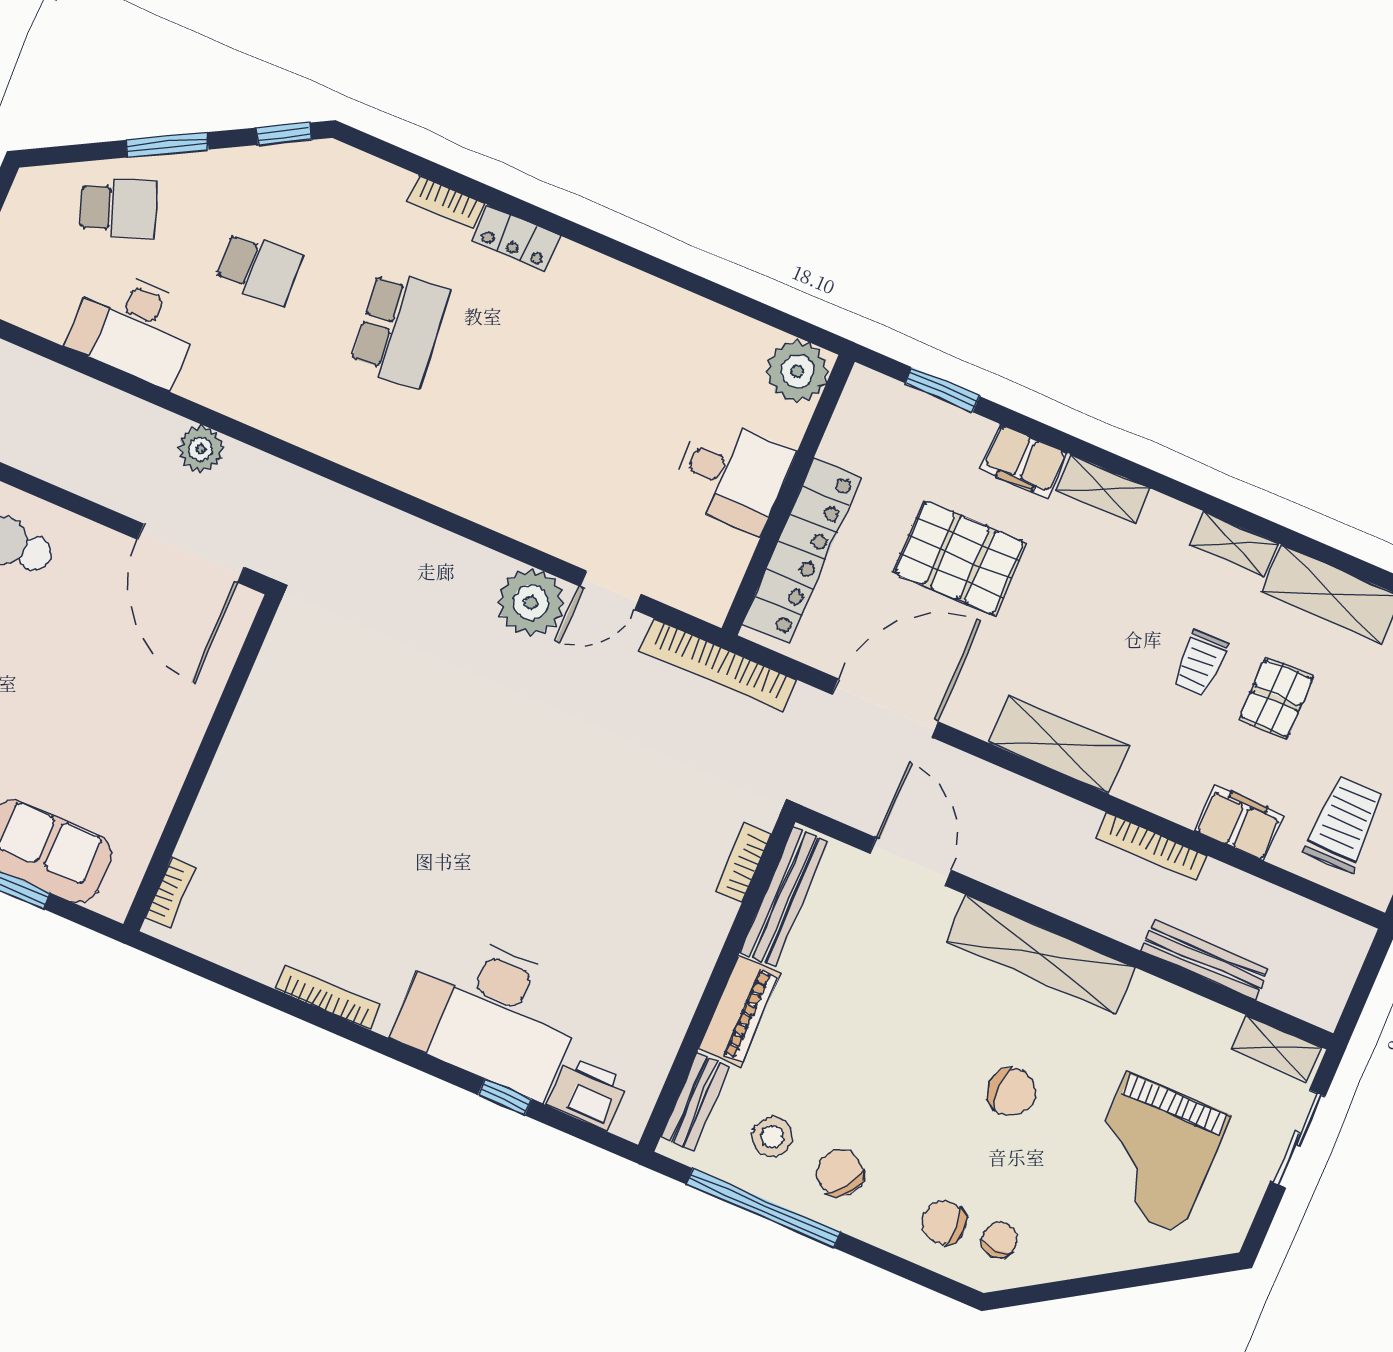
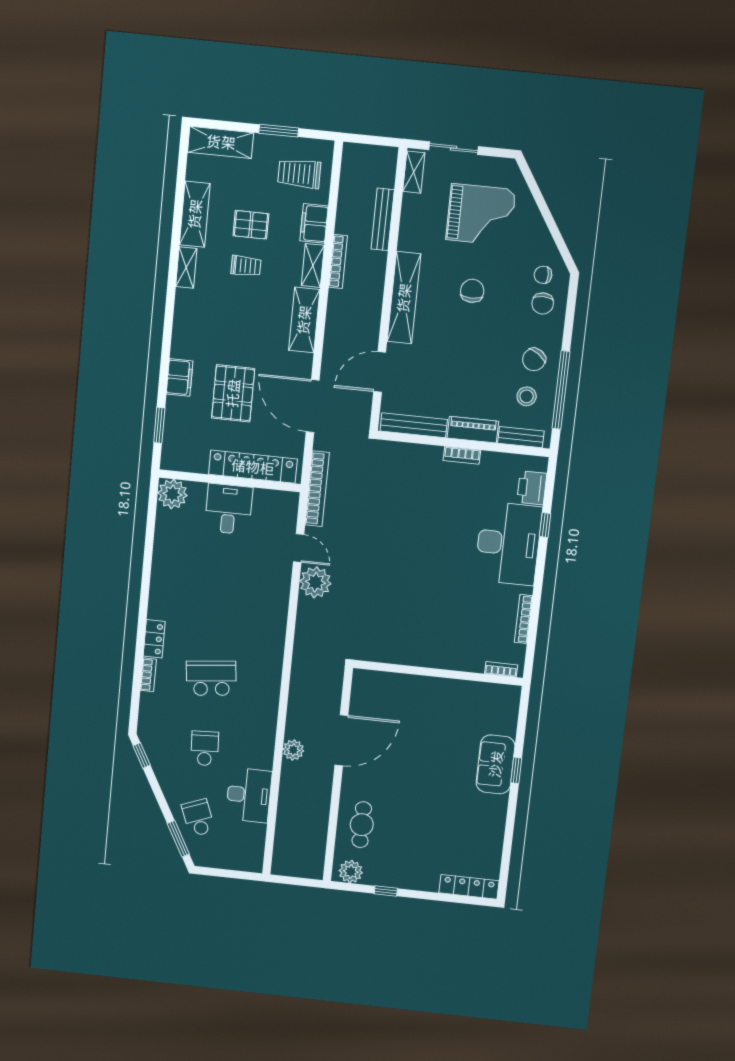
window: (167, 145) -> (178, 839), moved
shelving: (1103, 489) -> (313, 265), moved
wall: (202, 763) -> (438, 673), moved
bookcase: (743, 863) -> (462, 455), moved
bookcase: (170, 893) -> (501, 669), moved

